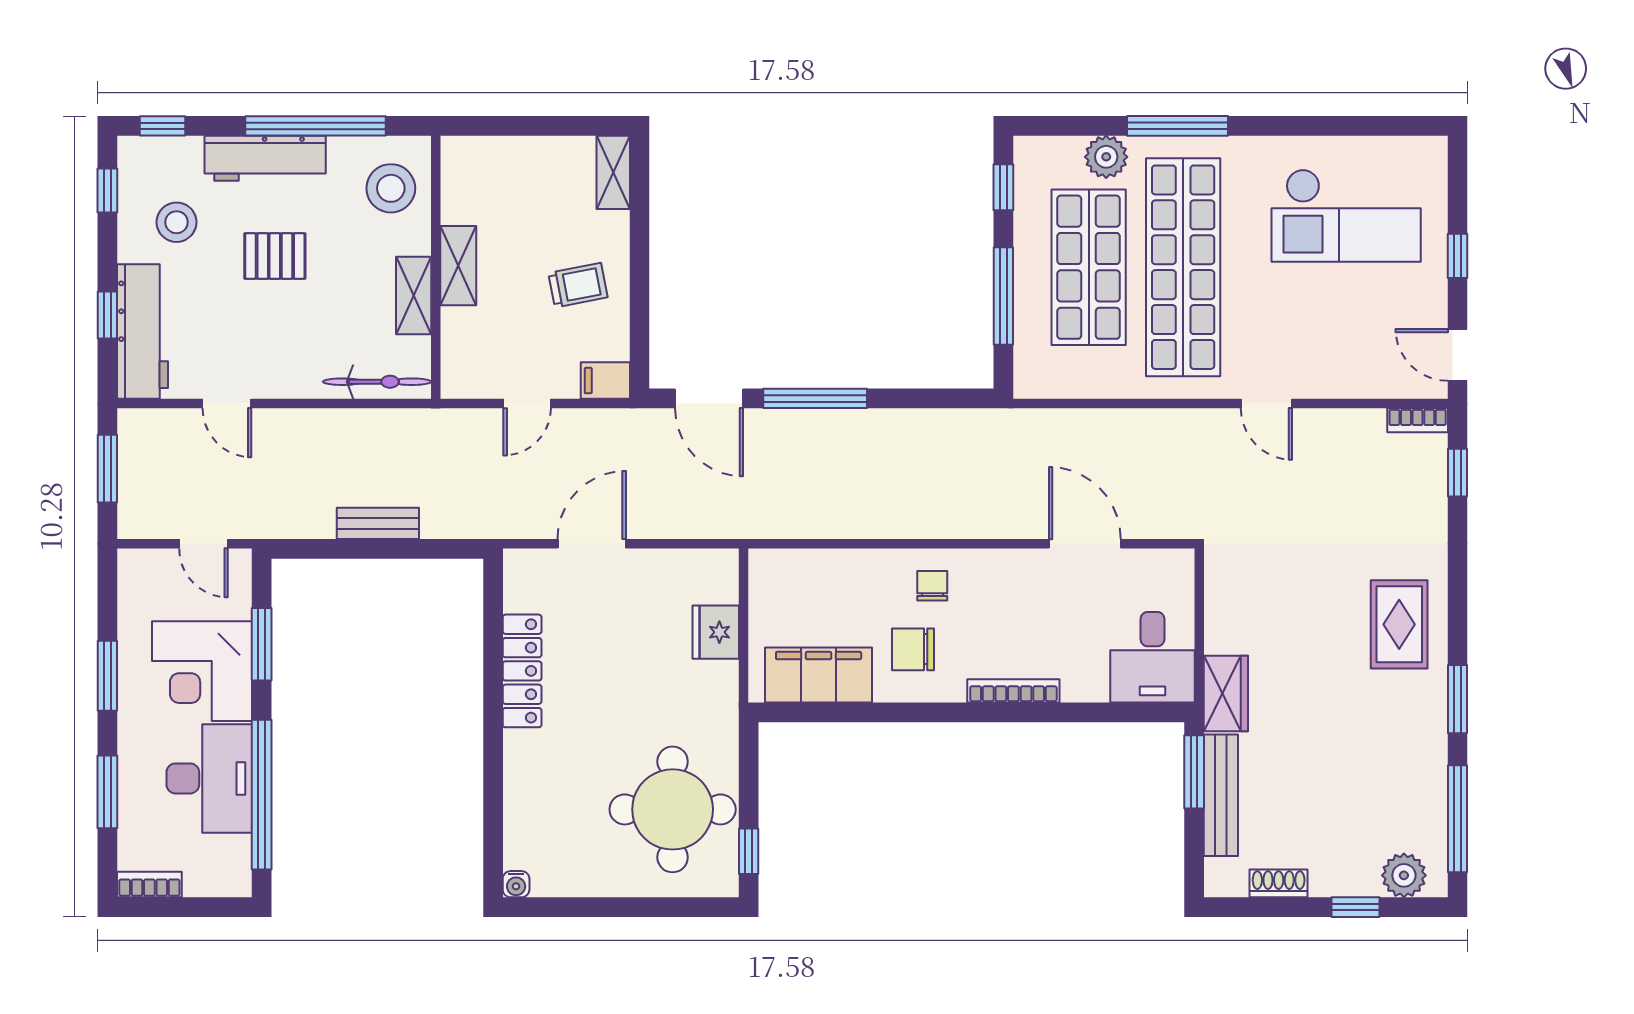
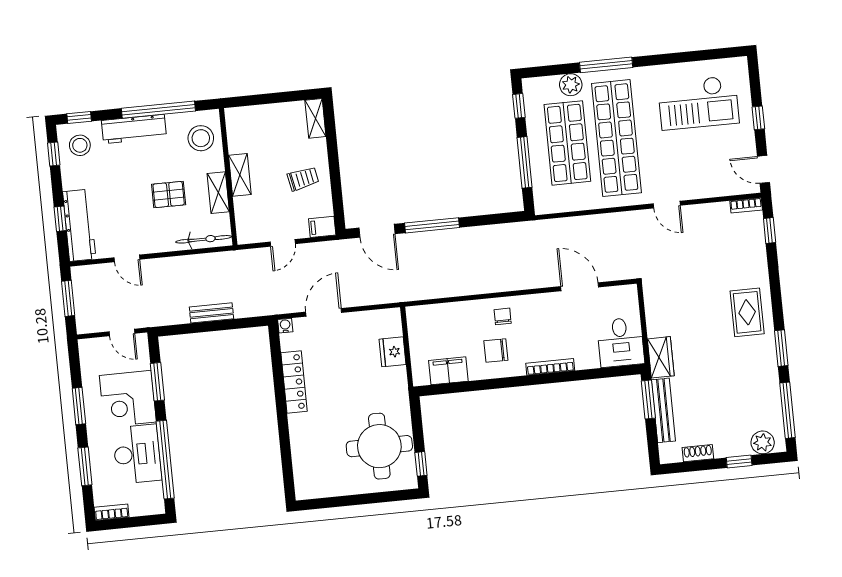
stool: (177, 222) -> (80, 145), moved
pallet: (275, 256) -> (169, 194), moved
filing cabinet: (819, 675) -> (448, 371), width x0.67, depth x0.86
water cooler: (516, 884) -> (285, 326), moved, turned 180

